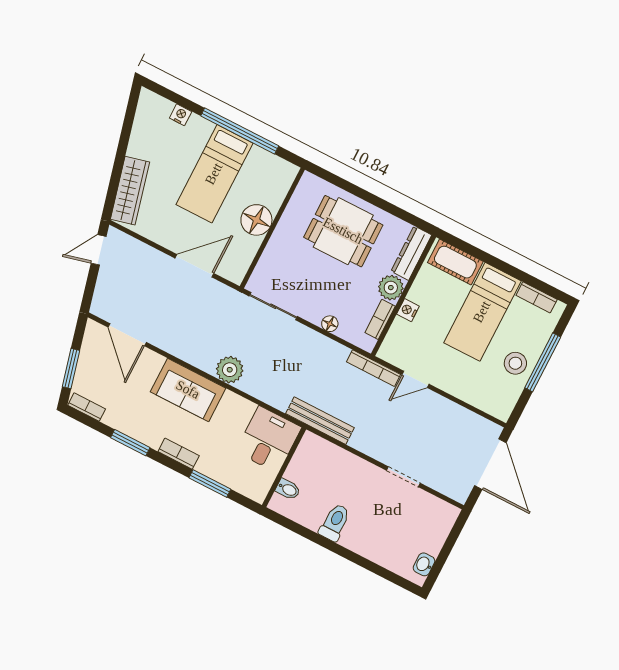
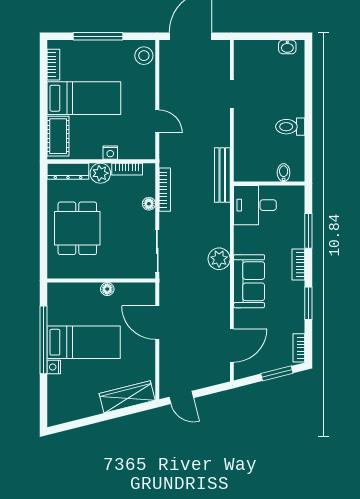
nightstand: (181, 115) -> (54, 367), moved
floor lamp: (256, 220) -> (107, 289), width x0.53, depth x0.53
stool: (515, 363) -> (144, 56), moved
bookcase: (373, 368) -> (165, 190), moved

